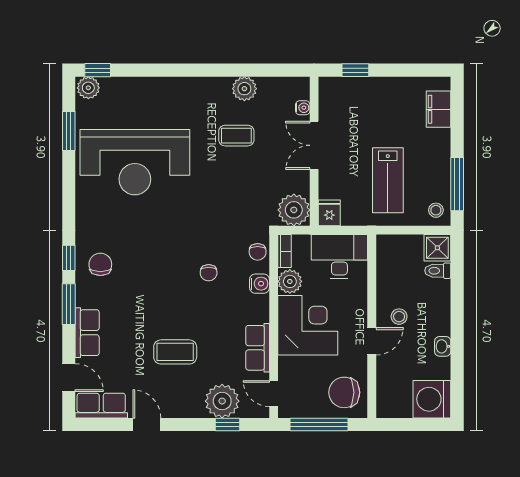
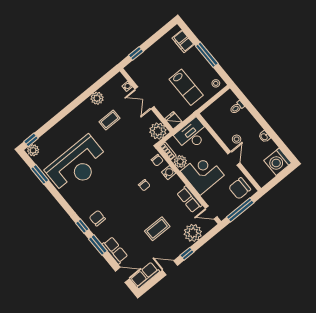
window: (457, 184) -> (207, 55), moved
shower: (437, 248) -> (229, 98), removed
window: (228, 424) -> (187, 254), moved

